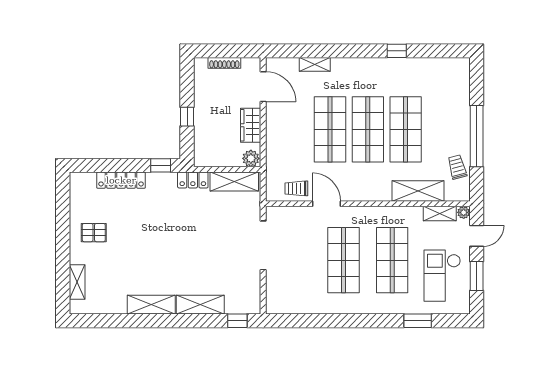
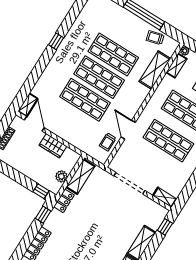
window: (397, 51) -> (56, 41), moved
shelving: (315, 64) -> (28, 105), moved
door: (263, 87) -> (34, 124), hinge flipped
window: (187, 117) -> (41, 191), moved
plant: (251, 158) -> (61, 176), moved
door: (326, 204) -> (128, 130), hinge flipped
shelving: (273, 298) -> (165, 197), added

